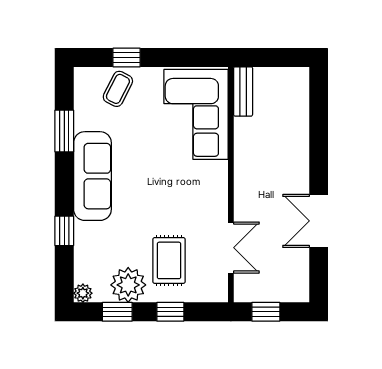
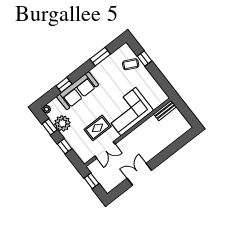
corner sofa: (196, 114) -> (128, 112), moved
sofa: (92, 176) -> (78, 91), moved
rug: (169, 260) -> (98, 128), moved

